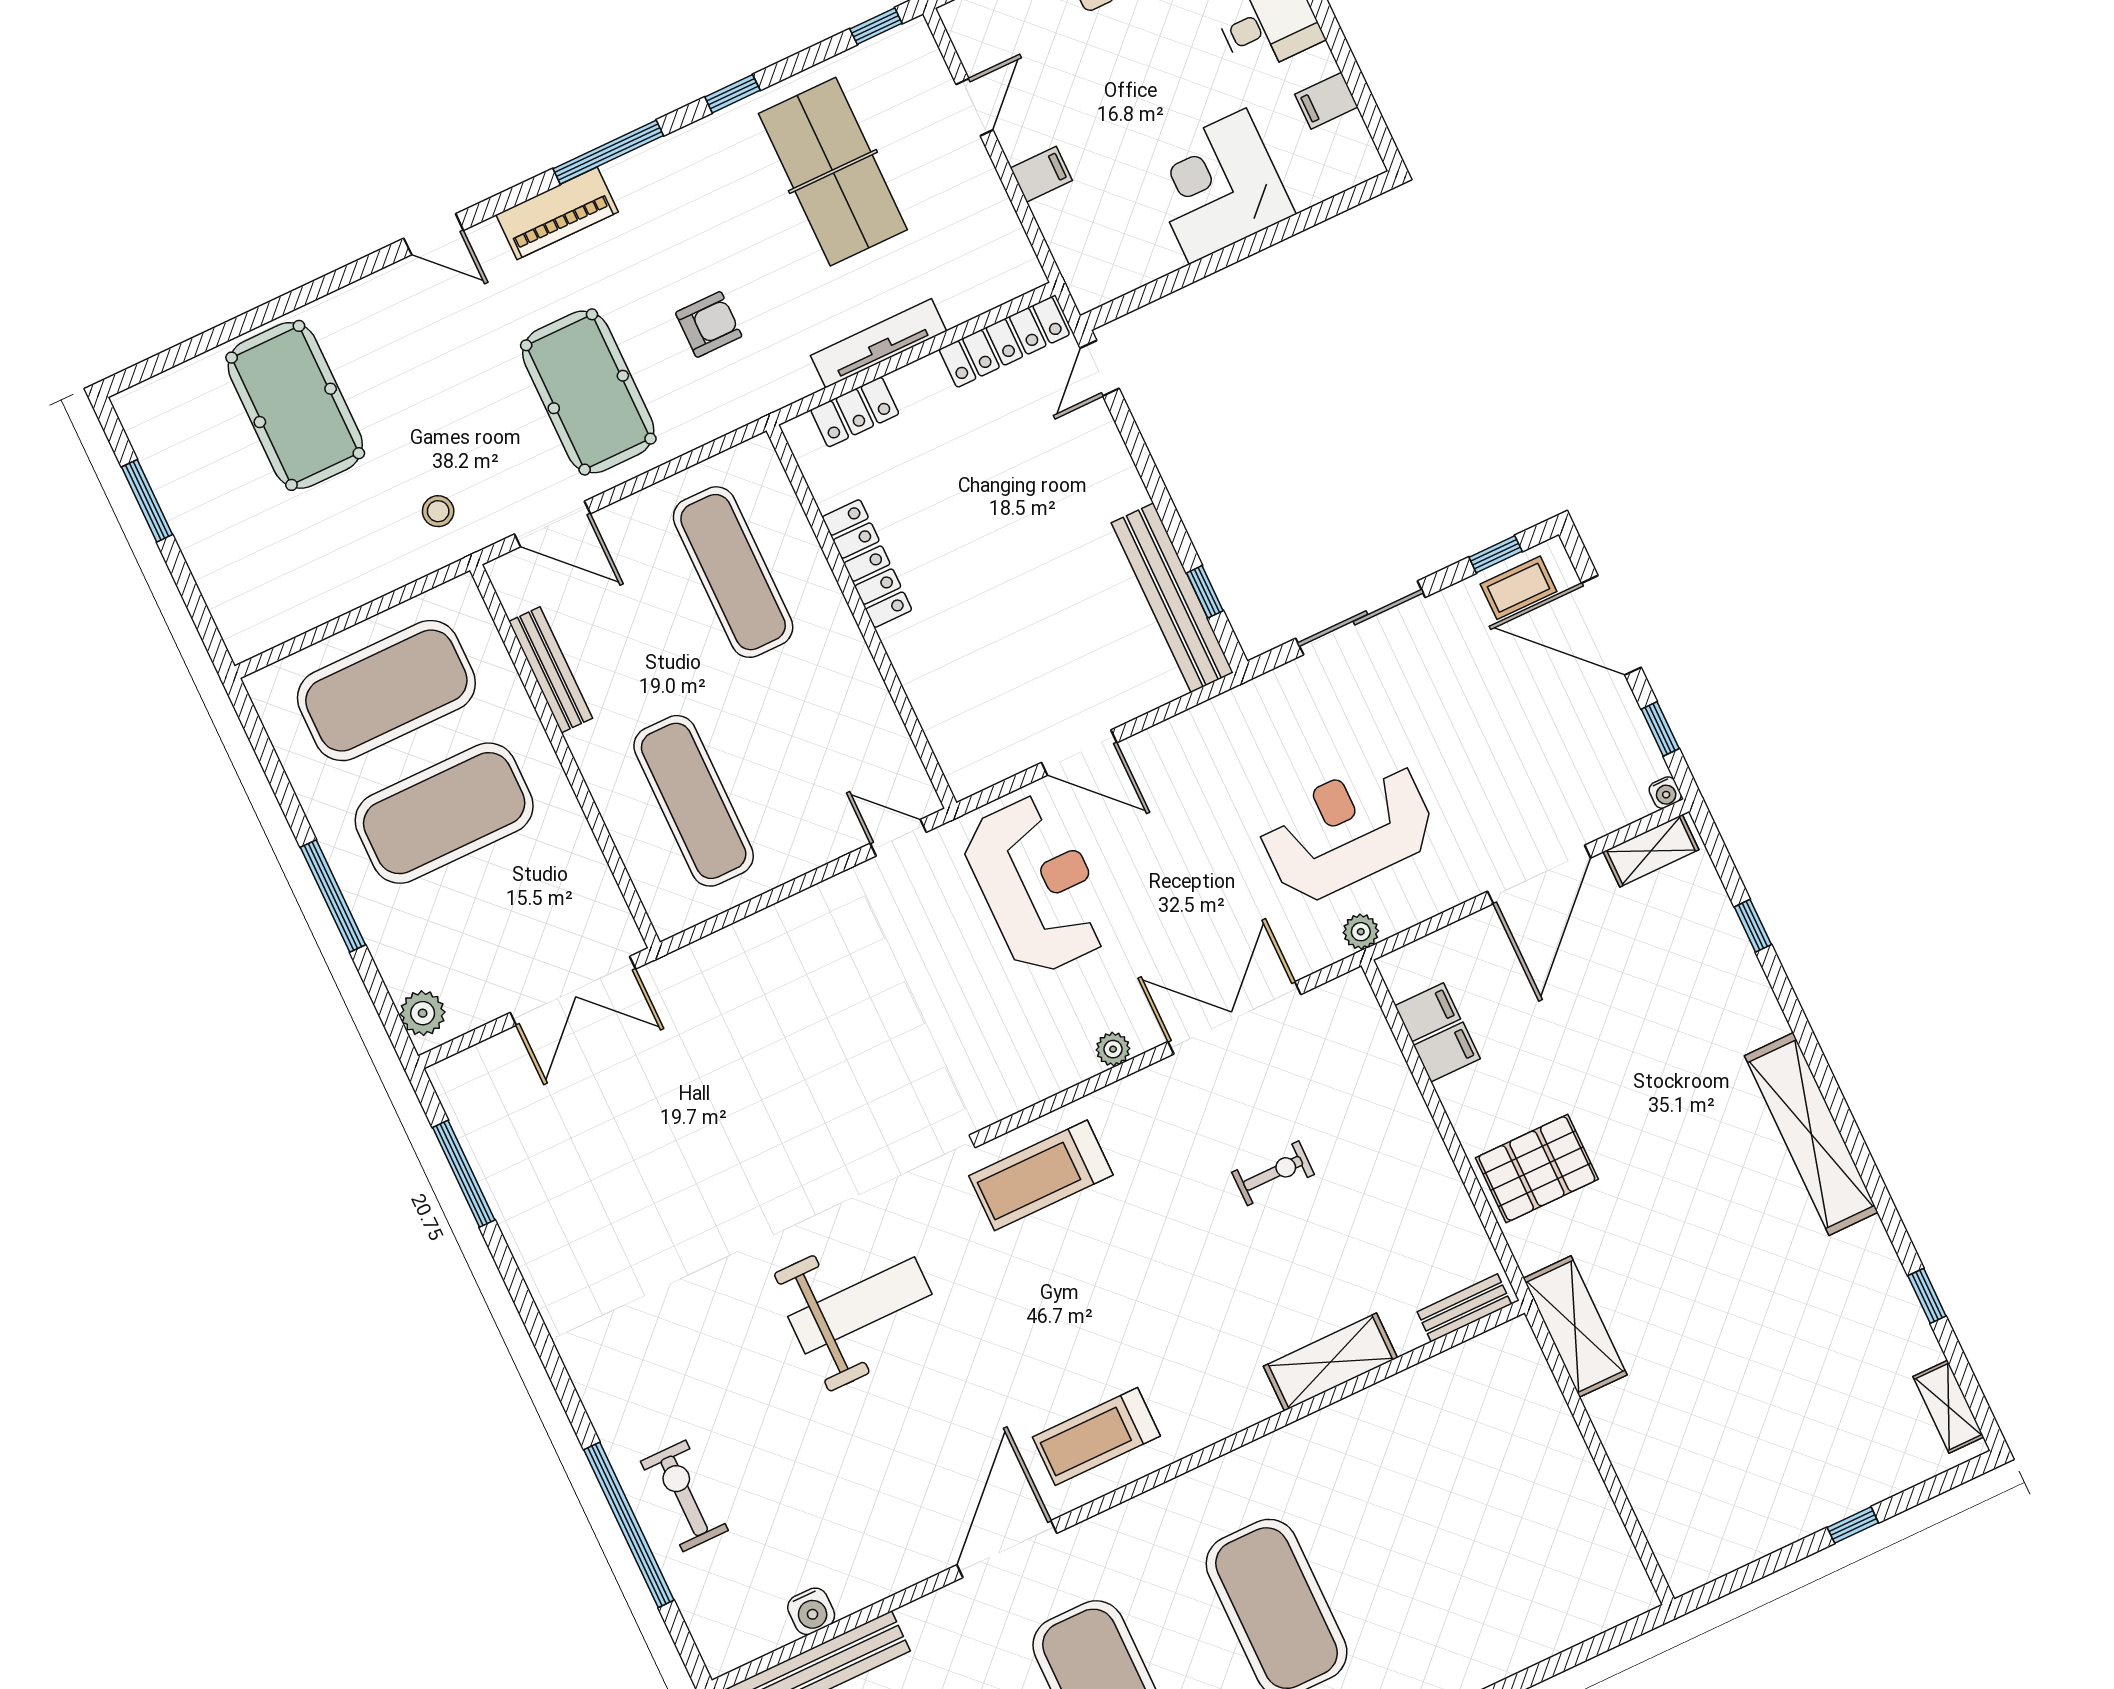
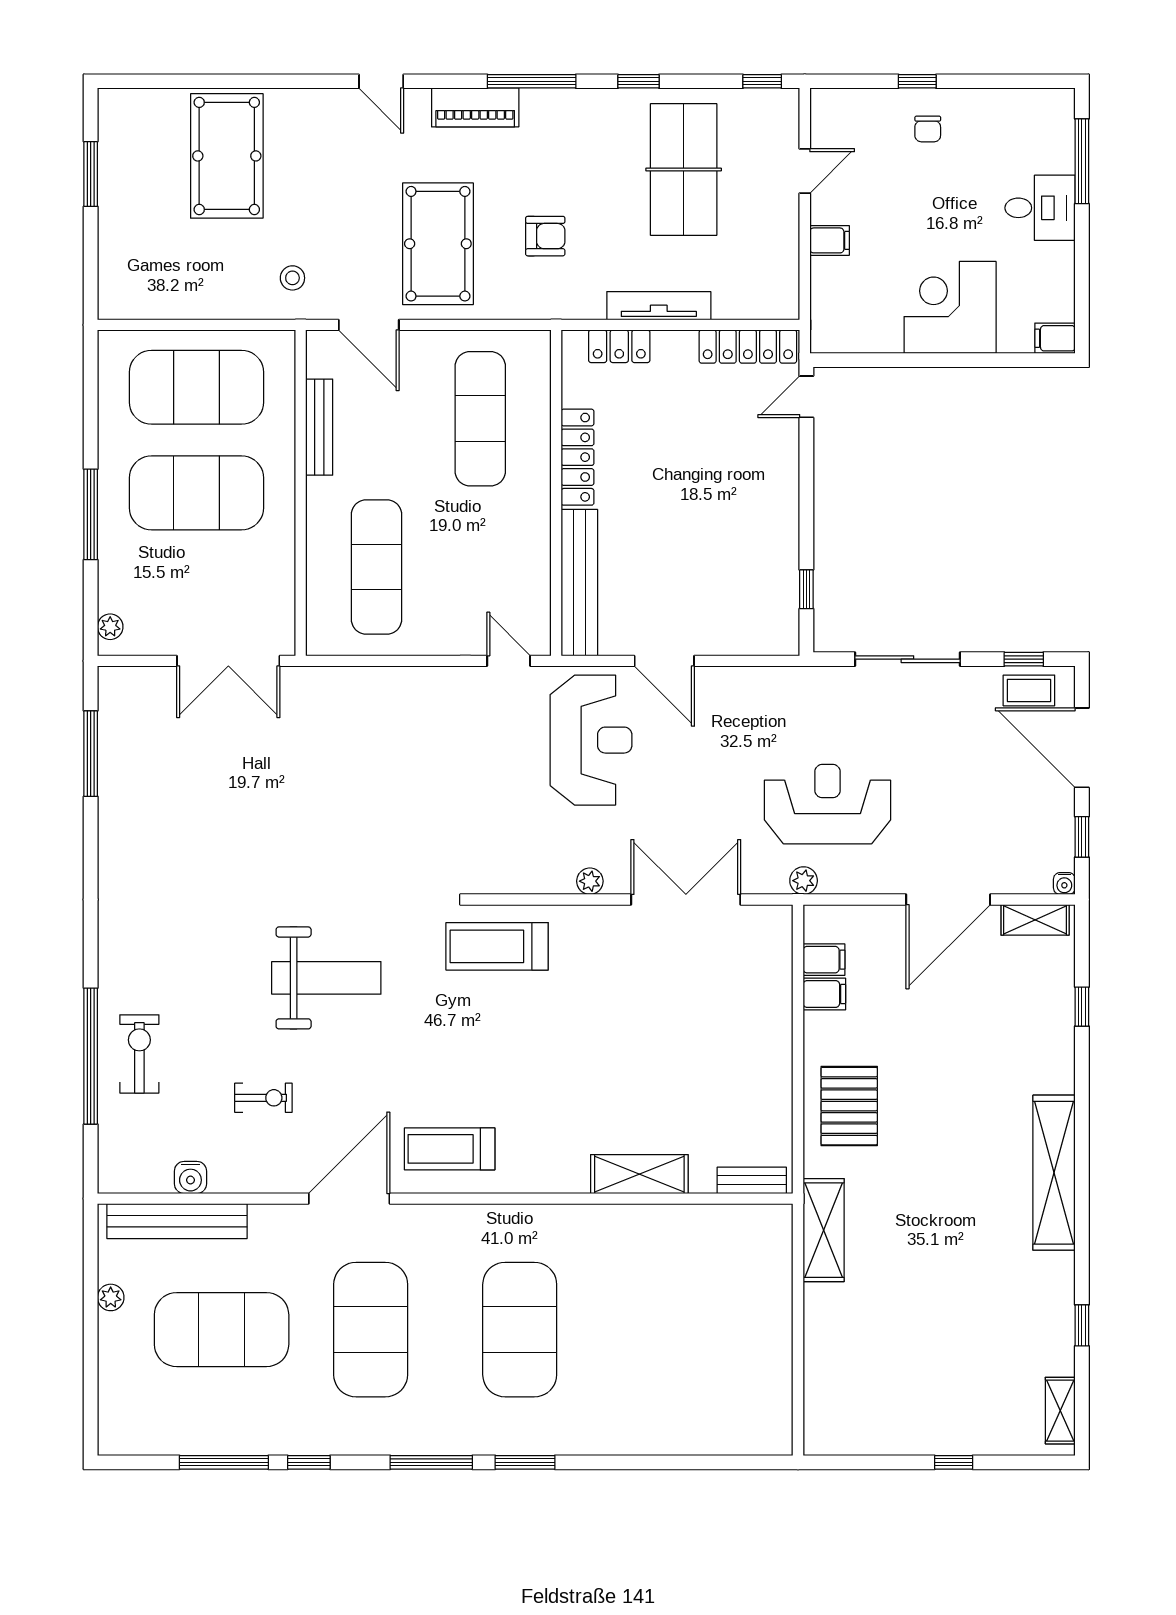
filing cabinet: (1326, 101) -> (1055, 338), moved
bench: (1172, 598) -> (579, 583), moved
plant: (423, 1013) -> (110, 627), width x0.73, depth x0.73
pallet: (1537, 1168) -> (849, 1106), turned 90
exercise bike: (1273, 1173) -> (263, 1098), moved

